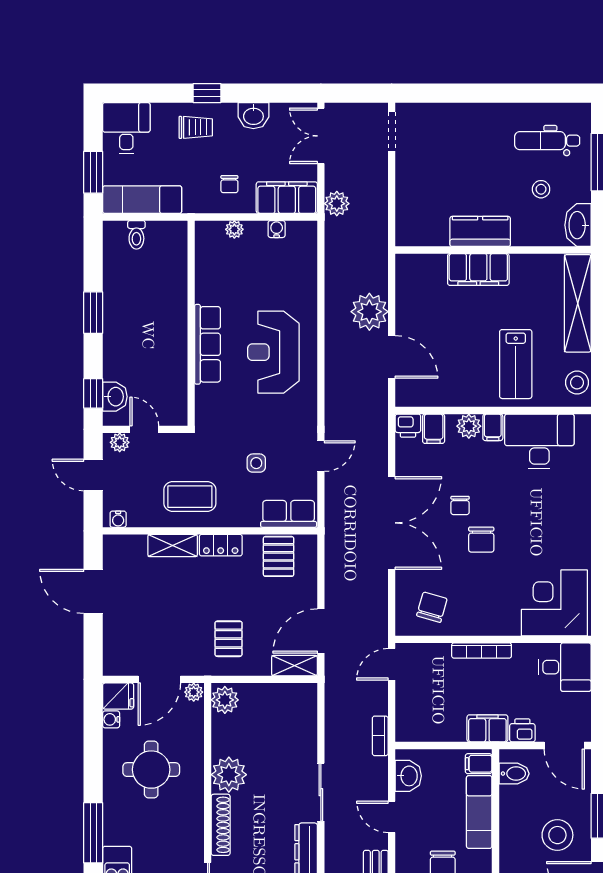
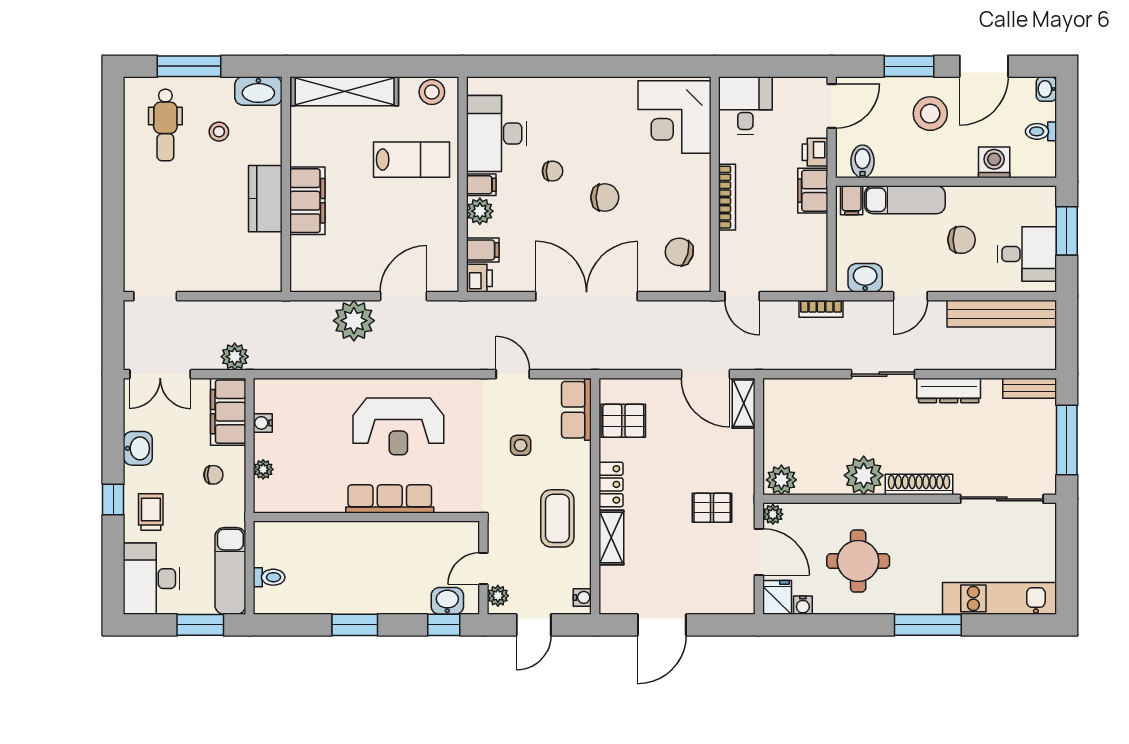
desk: (126, 128) -> (152, 579), width x1.37
chair: (460, 505) -> (553, 171), moved
pallet: (229, 639) -> (712, 508), moved

